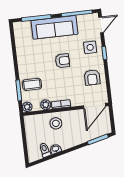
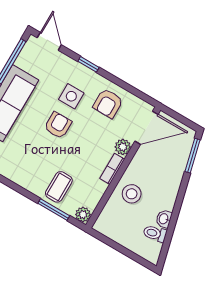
side table: (90, 47) -> (71, 96), moved
armchair: (92, 77) -> (108, 103), turned 90
plant: (46, 105) -> (123, 147), moved
door: (94, 106) -> (146, 128), hinge flipped

